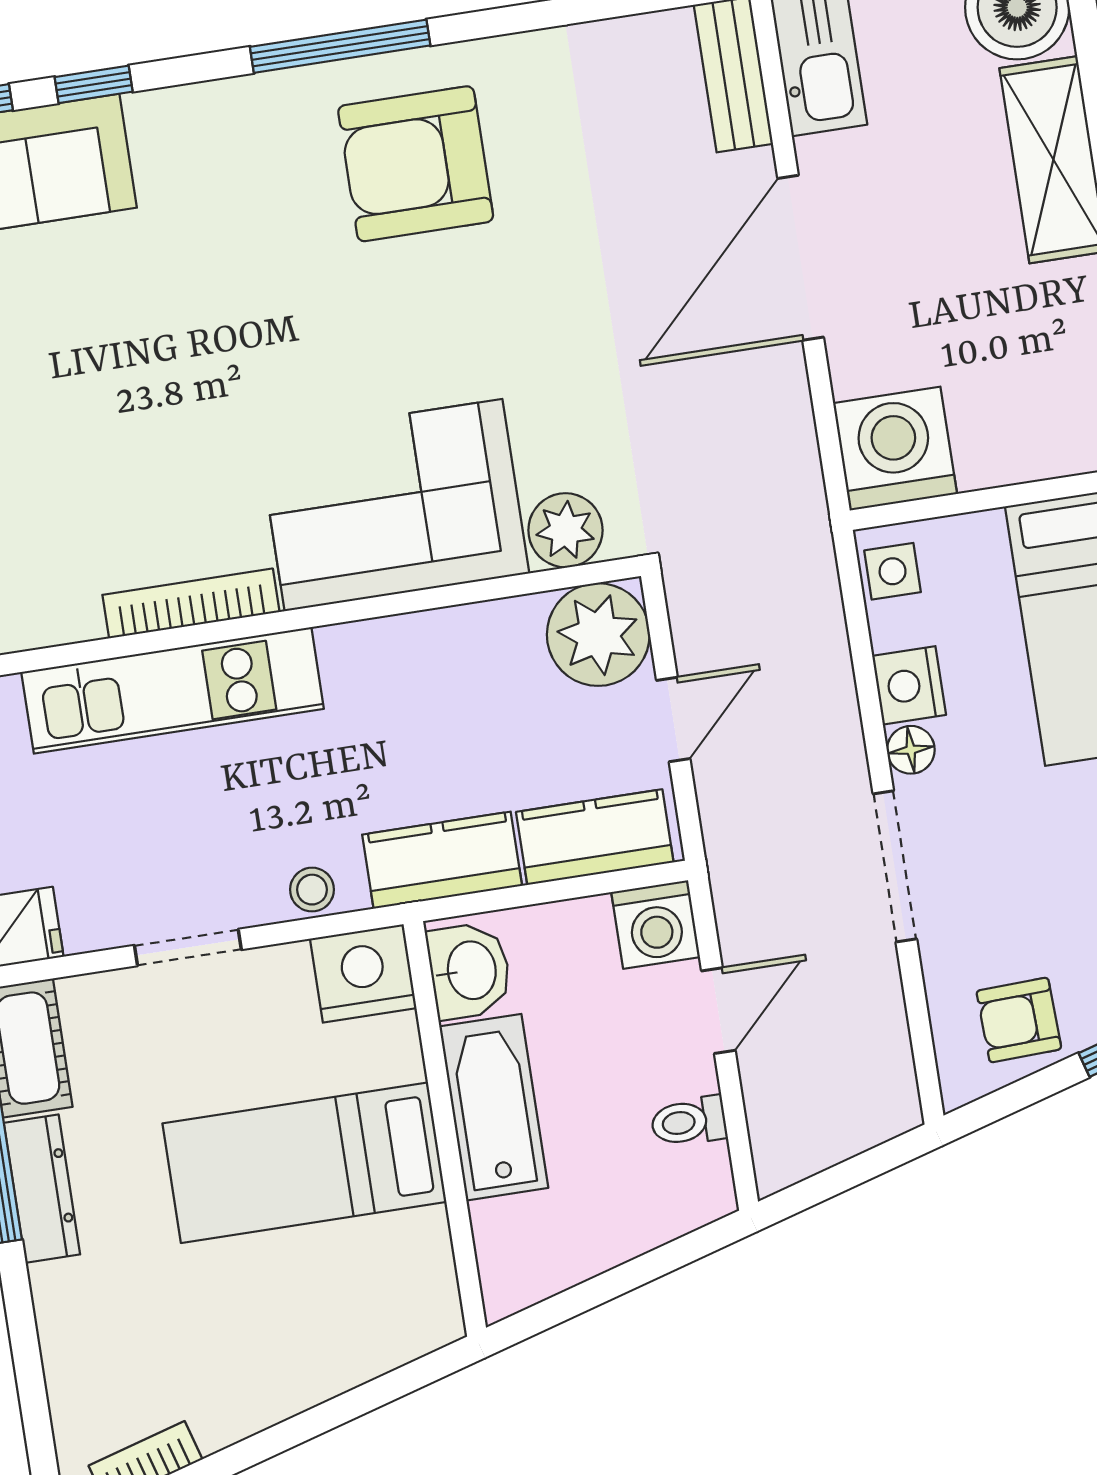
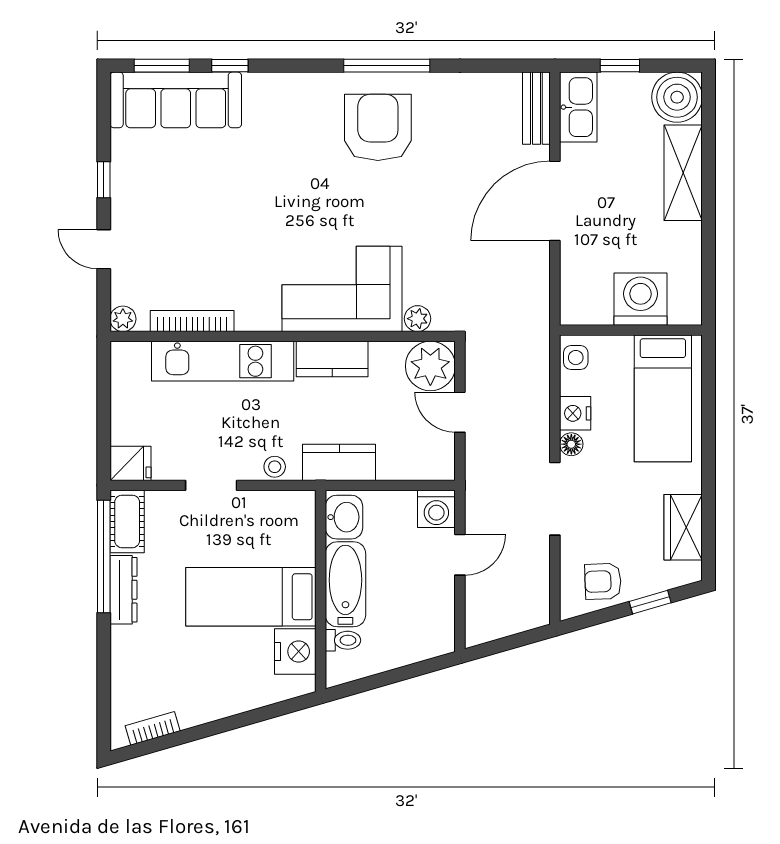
window: (340, 46) -> (387, 66), moved
armchair: (416, 164) -> (378, 127), turned 90
washing machine: (895, 449) -> (641, 299), moved
plant: (565, 530) -> (418, 319), width x0.73, depth x0.73
bookcase: (191, 603) -> (192, 321), moved
door: (673, 719) -> (460, 412), swing flipped
kitchen counter: (595, 837) -> (332, 359), moved, turned 180
nightstand: (363, 973) -> (295, 651), moved, turned 90
toilet: (689, 1121) -> (343, 640), moved, turned 180

